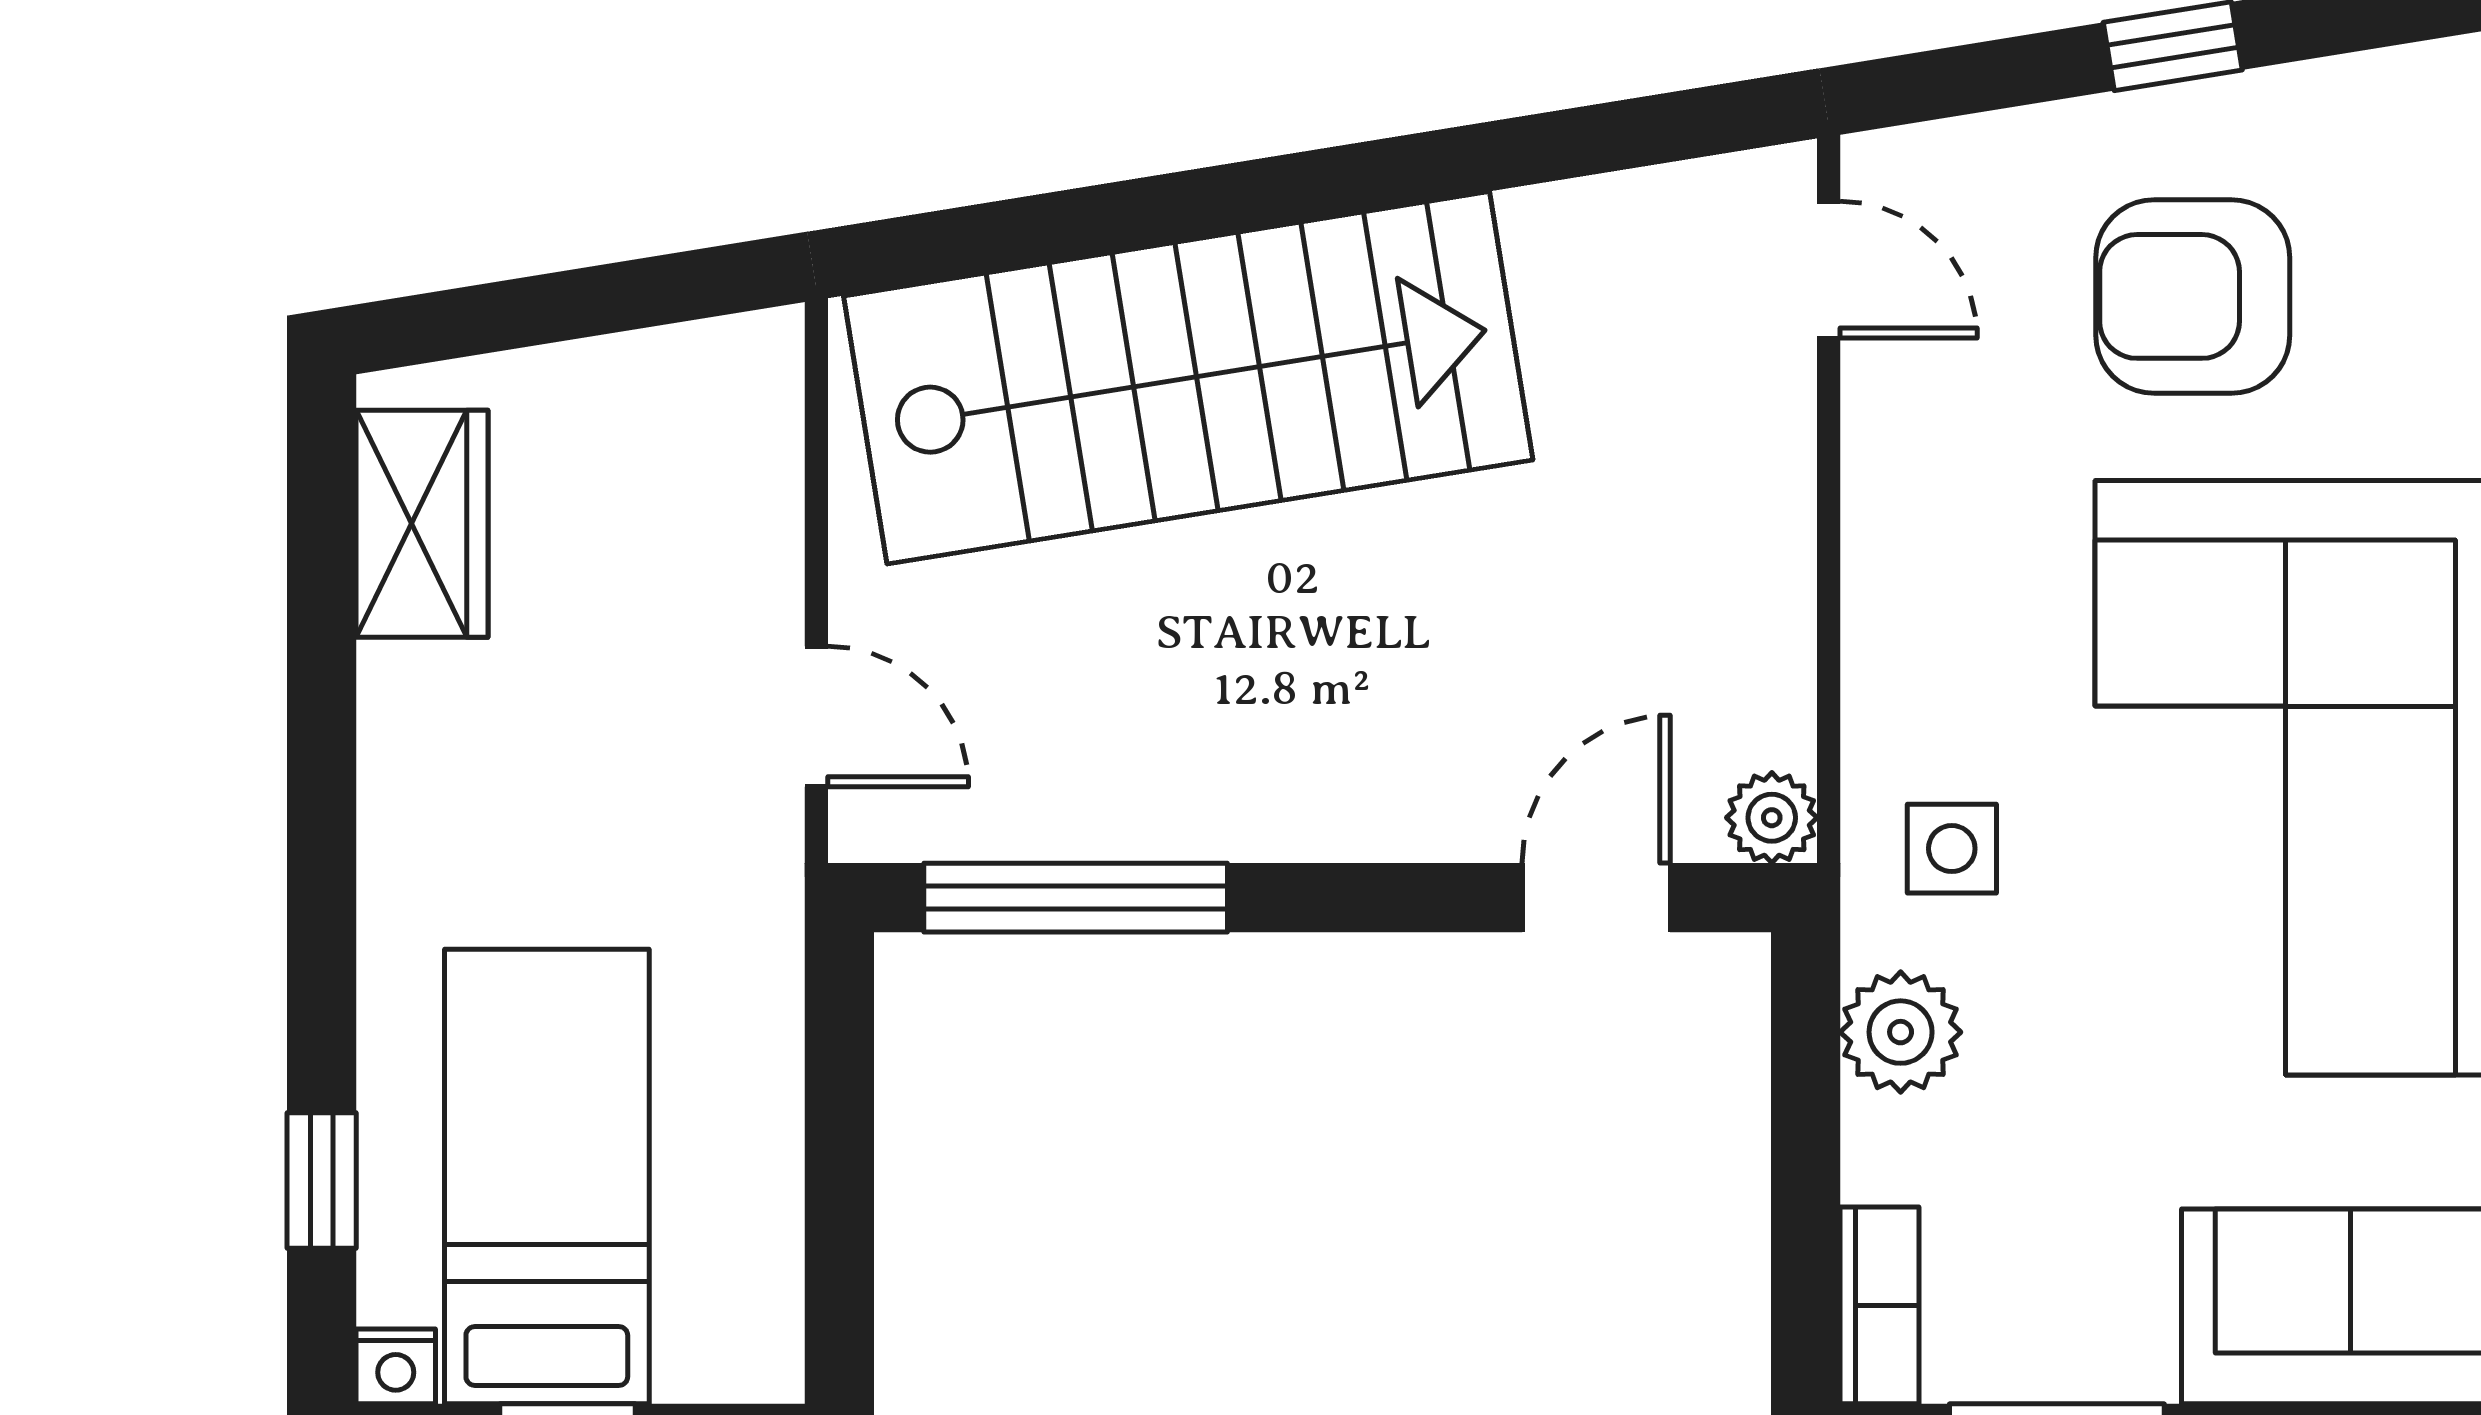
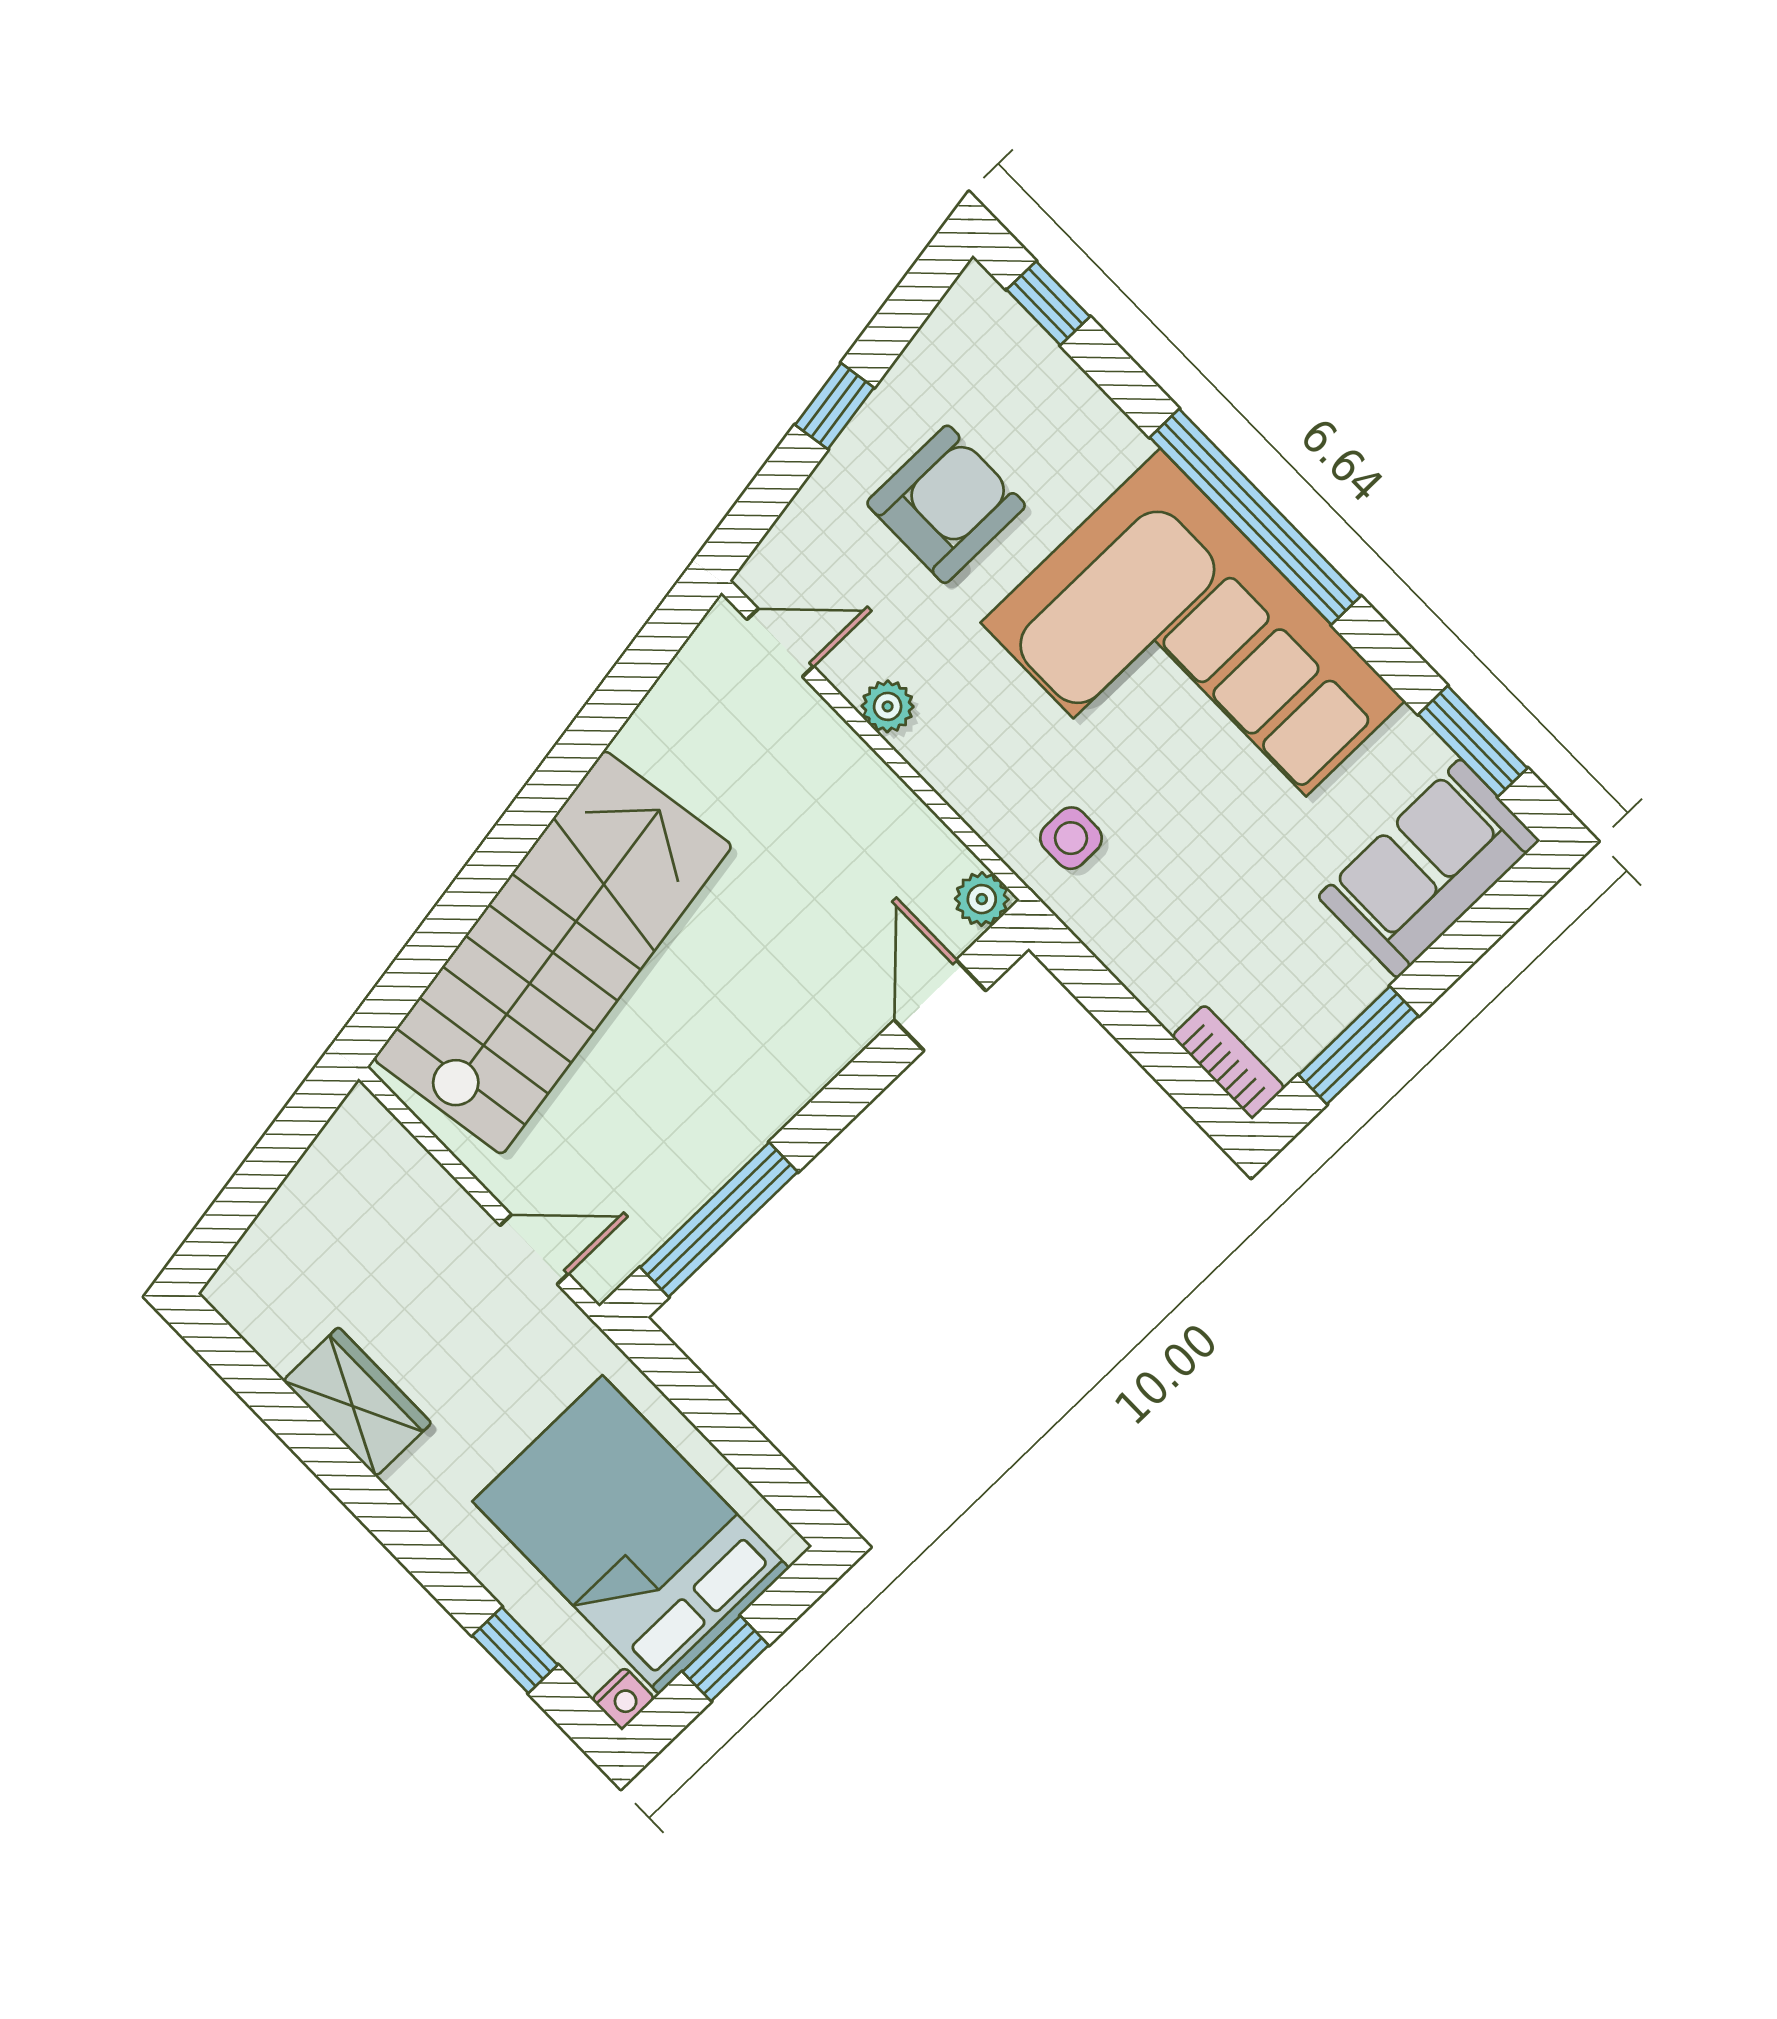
armchair: (2193, 296) -> (946, 504), turned 180
wardrobe: (422, 524) -> (357, 1402), moved
plant: (1901, 1032) -> (888, 706), moved, width x0.73, depth x0.73
bed: (547, 1176) -> (631, 1535), width x1.50

